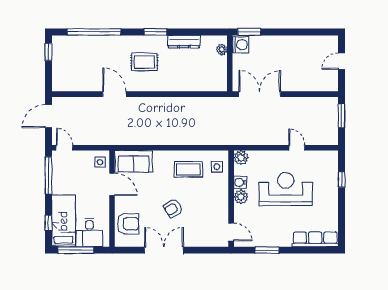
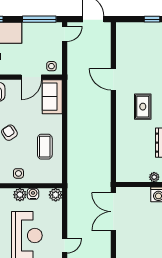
door: (114, 94) -> (113, 79), swing flipped
double door: (260, 94) -> (113, 212), swing flipped
side table: (217, 167) -> (18, 173), moved

